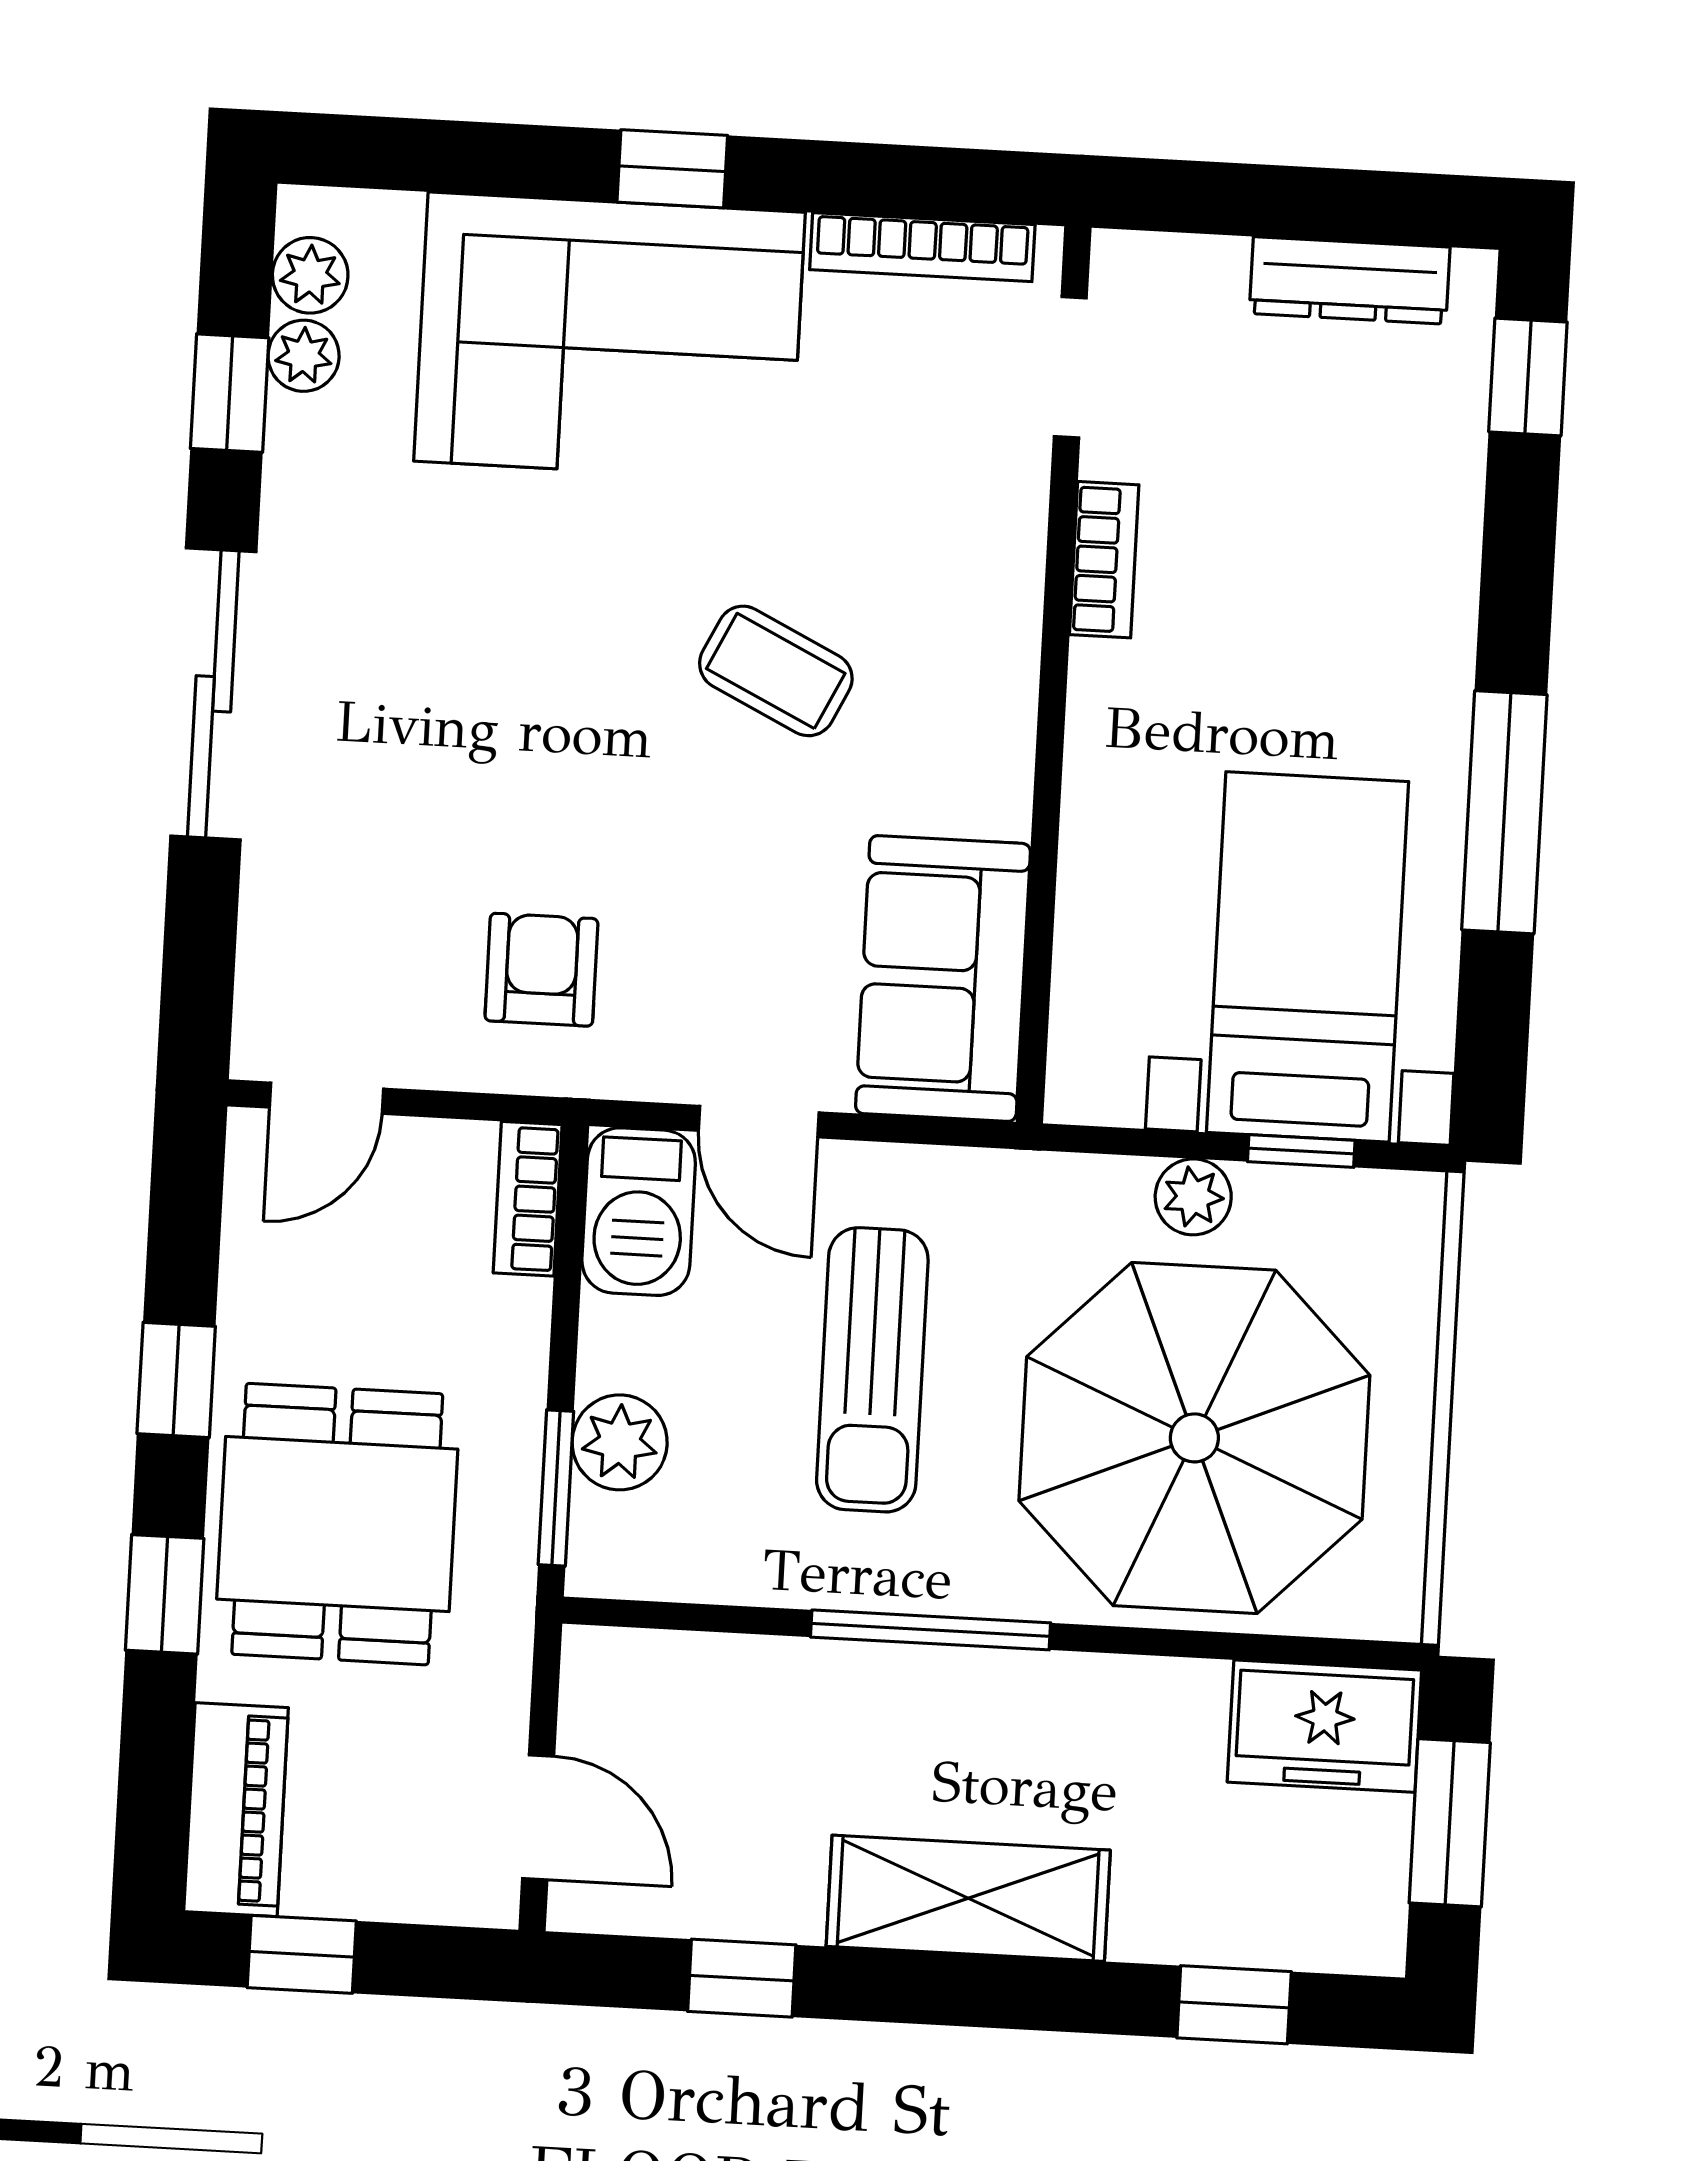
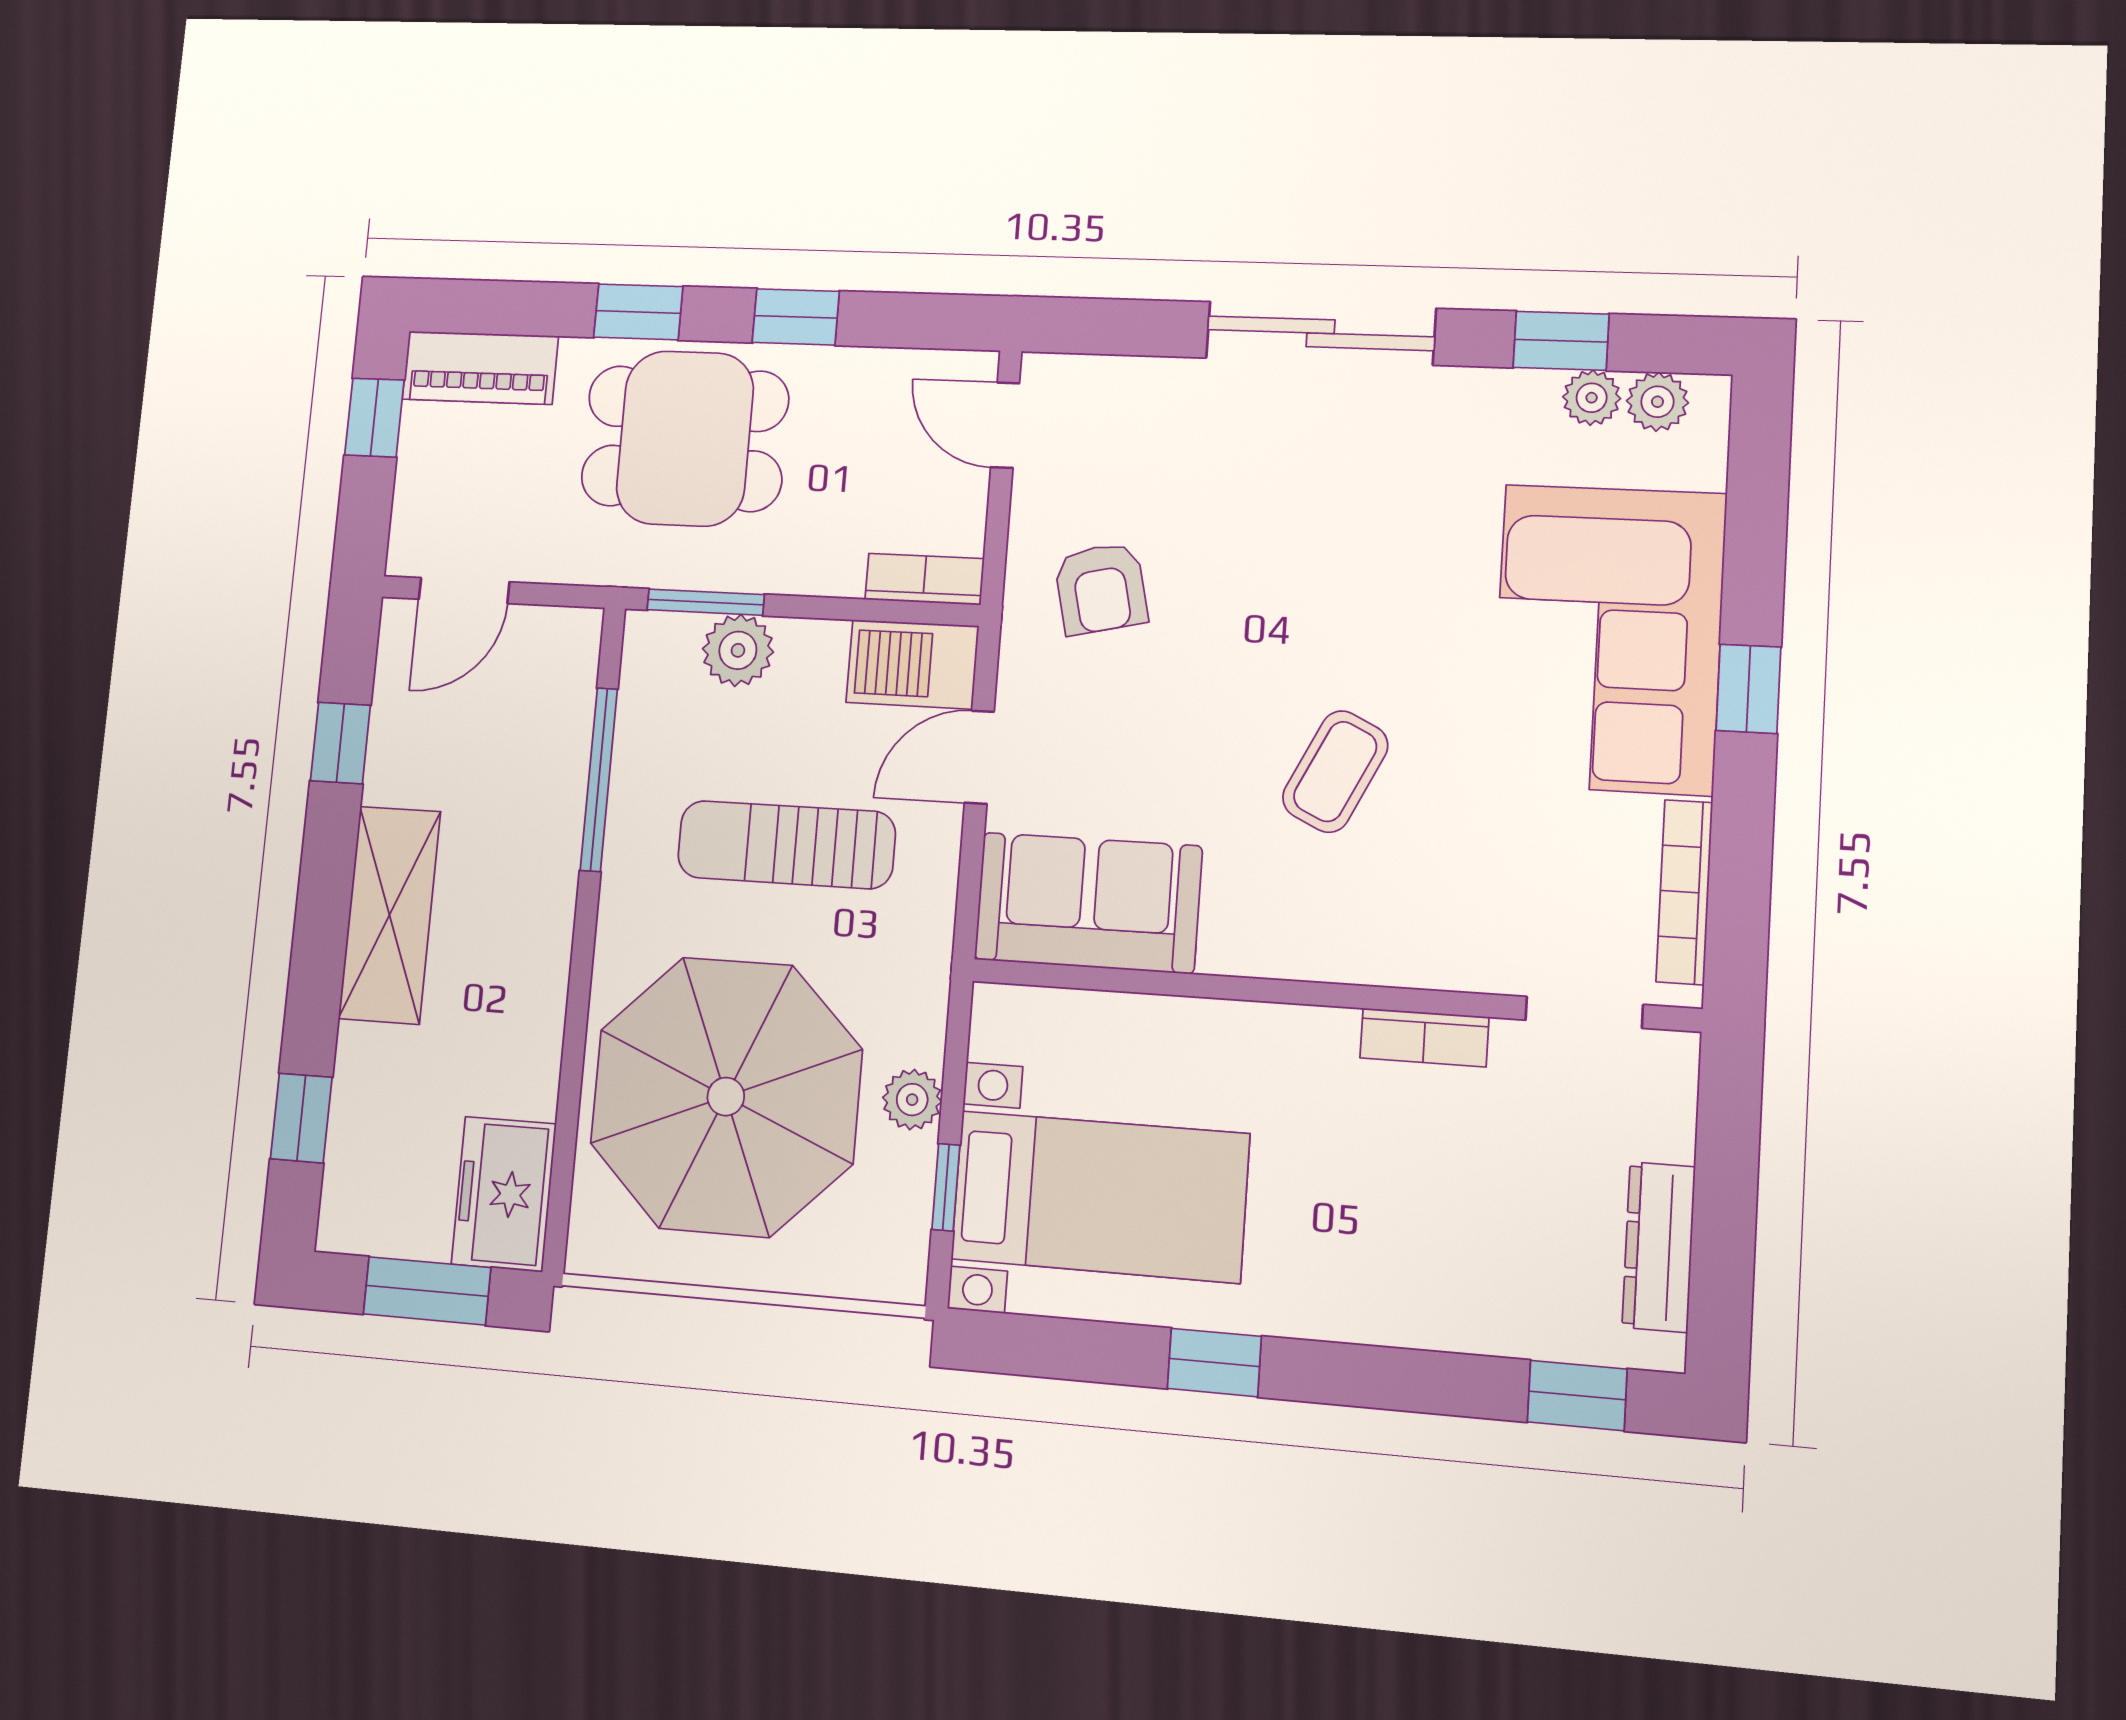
window: (1504, 812) -> (1214, 1362), width x0.46
armchair: (541, 970) -> (1101, 588), turned 77
window: (931, 1630) -> (599, 780), moved

